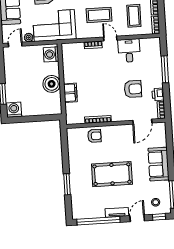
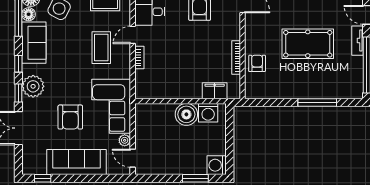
washing machine: (51, 54) -> (208, 113), moved
filing cabinet: (70, 93) -> (215, 91), moved
pool table: (112, 174) -> (308, 44), turned 90
window: (67, 184) -> (317, 103), width x1.44

